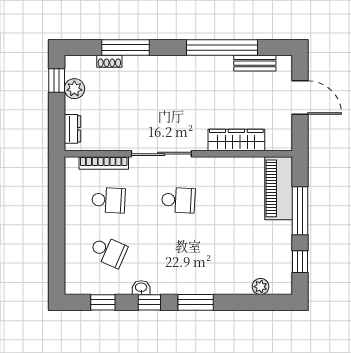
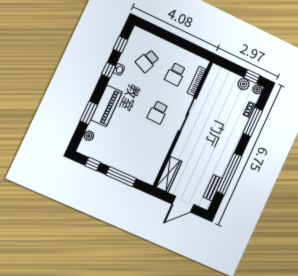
plant: (72, 63) -> (257, 89), added
dresser: (72, 129) -> (223, 73), removed
wardrobe: (236, 140) -> (169, 174), moved
piano: (279, 188) -> (107, 106), moved, turned 90
window: (196, 302) -> (89, 113), moved

